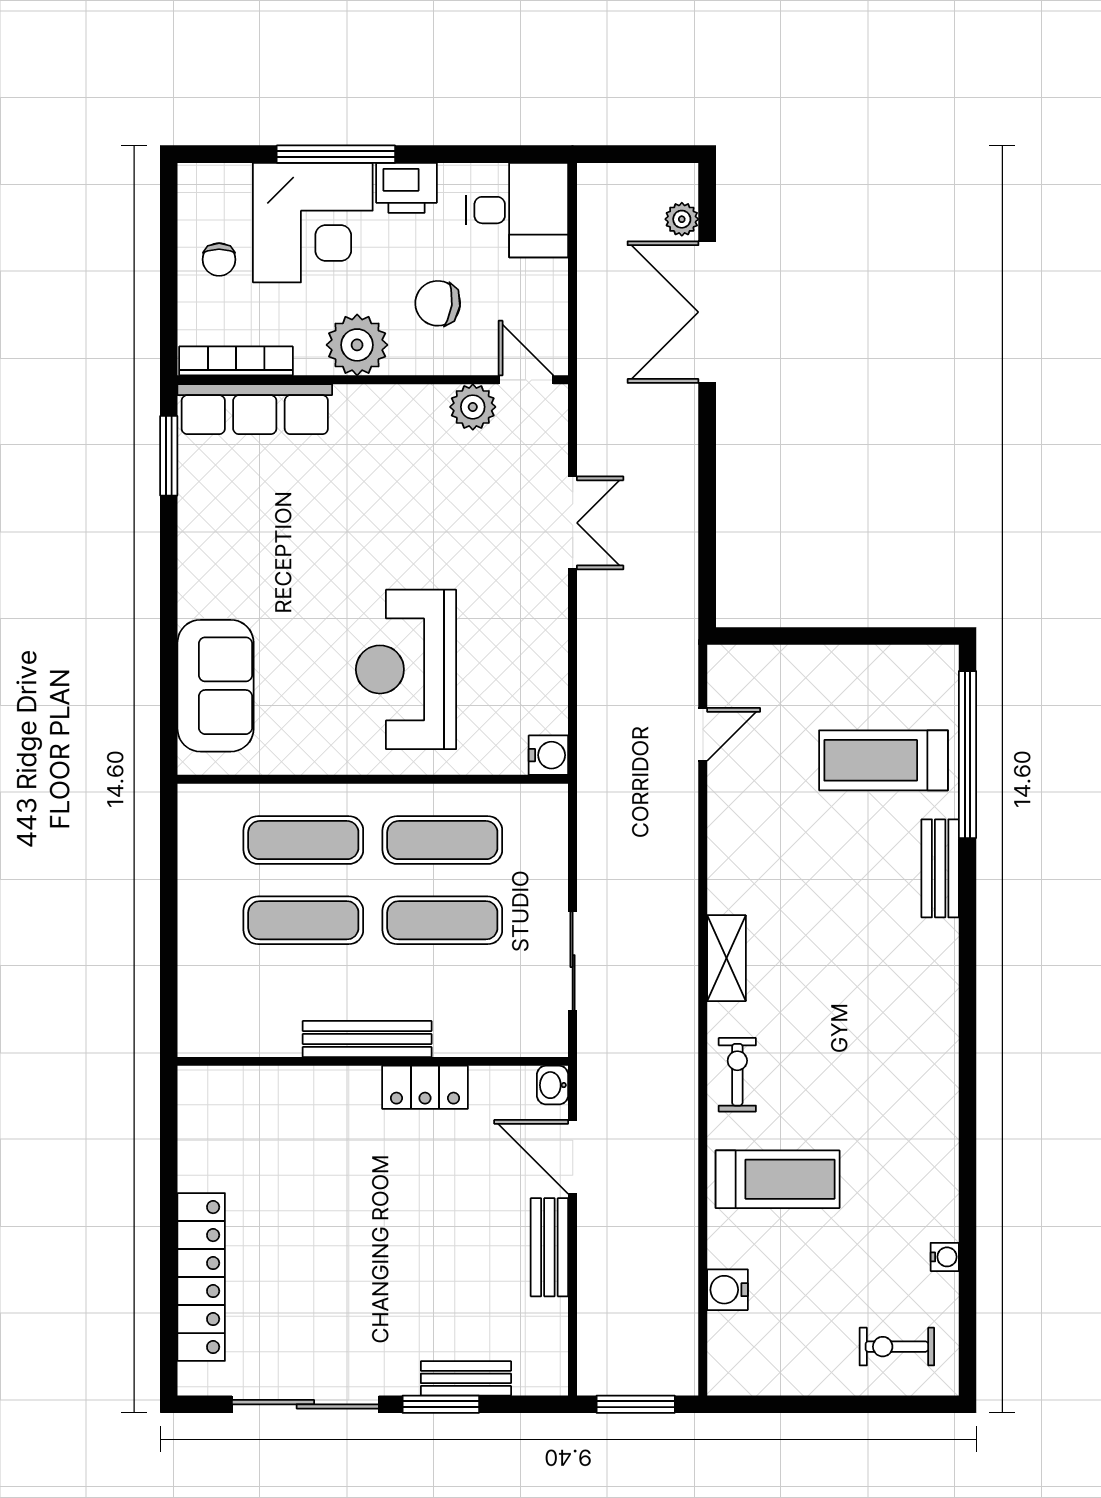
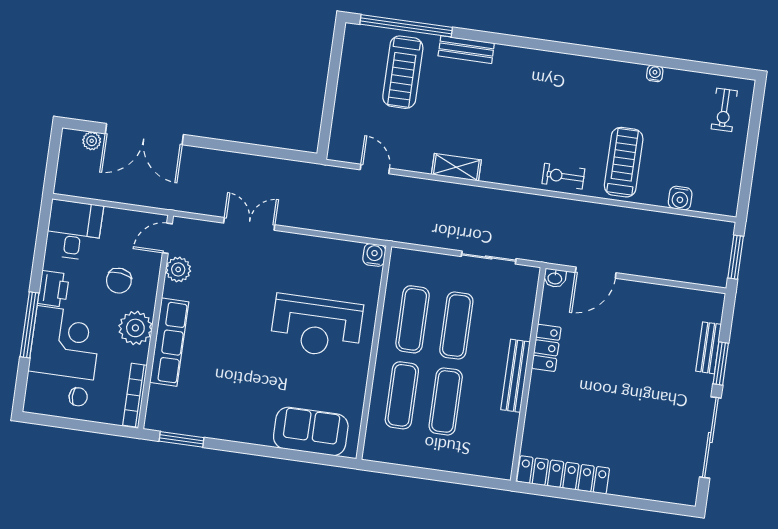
row of seats: (255, 409) -> (169, 342), moved
shelving: (726, 958) -> (456, 167), moved
bench: (549, 1247) -> (643, 292), removed
water cooler: (945, 1257) -> (655, 73), moved
locker: (201, 1277) -> (563, 475), moved

